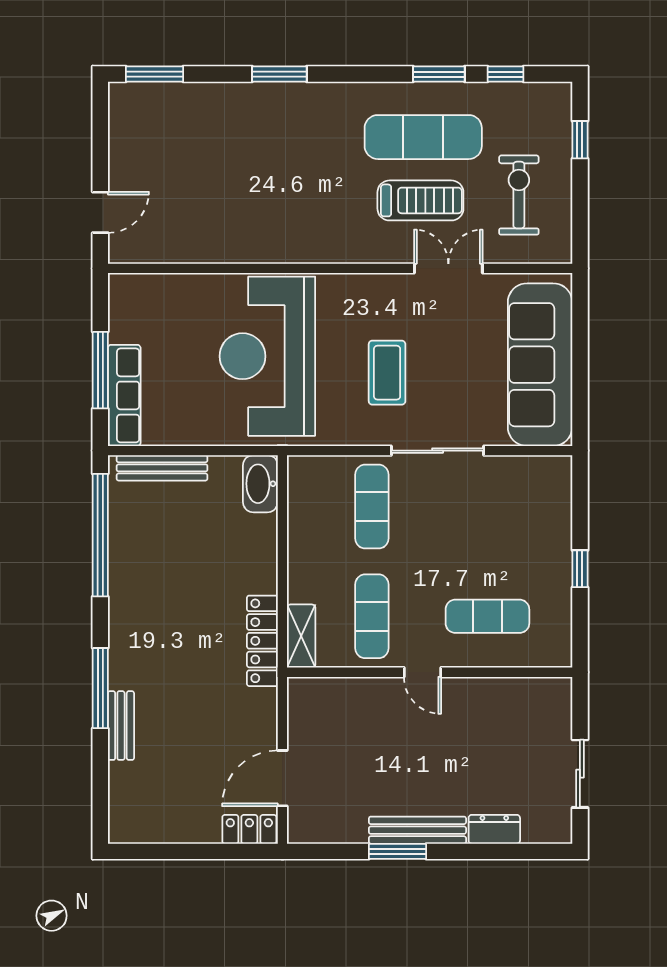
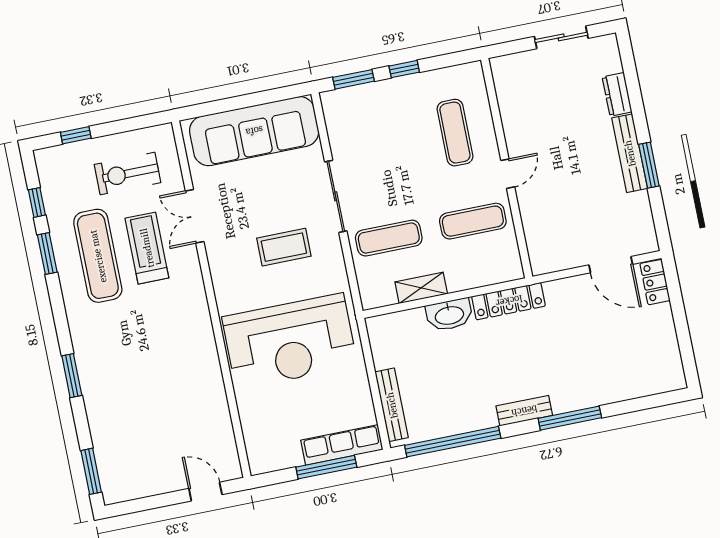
washbasin: (260, 484) -> (449, 315), moved
window: (580, 502) -> (354, 79), added
shelving: (301, 636) -> (421, 288), moved
bench: (121, 726) -> (524, 411), moved

